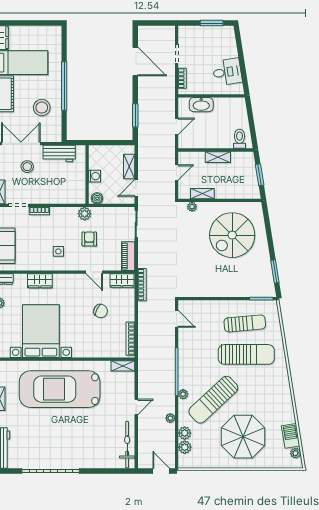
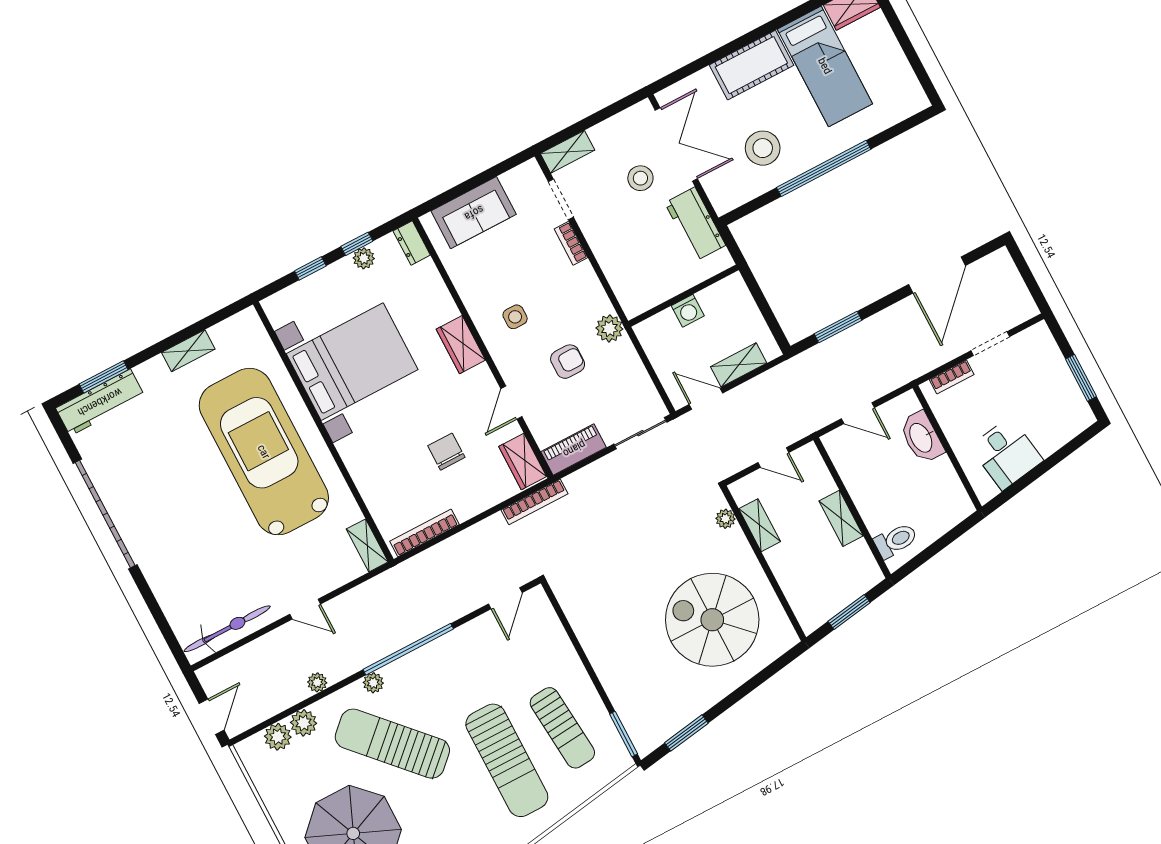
boiler: (97, 198) -> (650, 337), removed
wardrobe: (40, 281) -> (461, 345), moved
chair: (101, 311) -> (446, 452), turned 152

